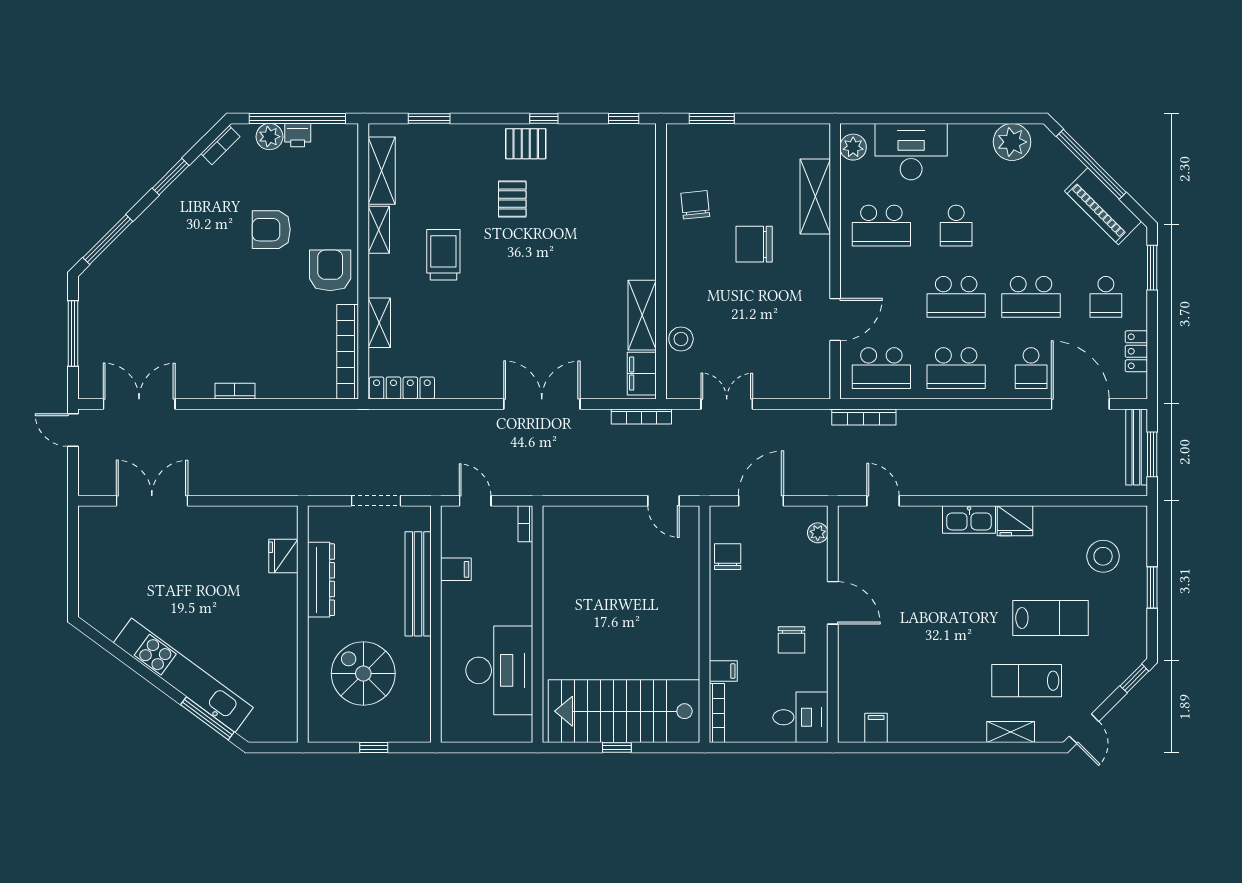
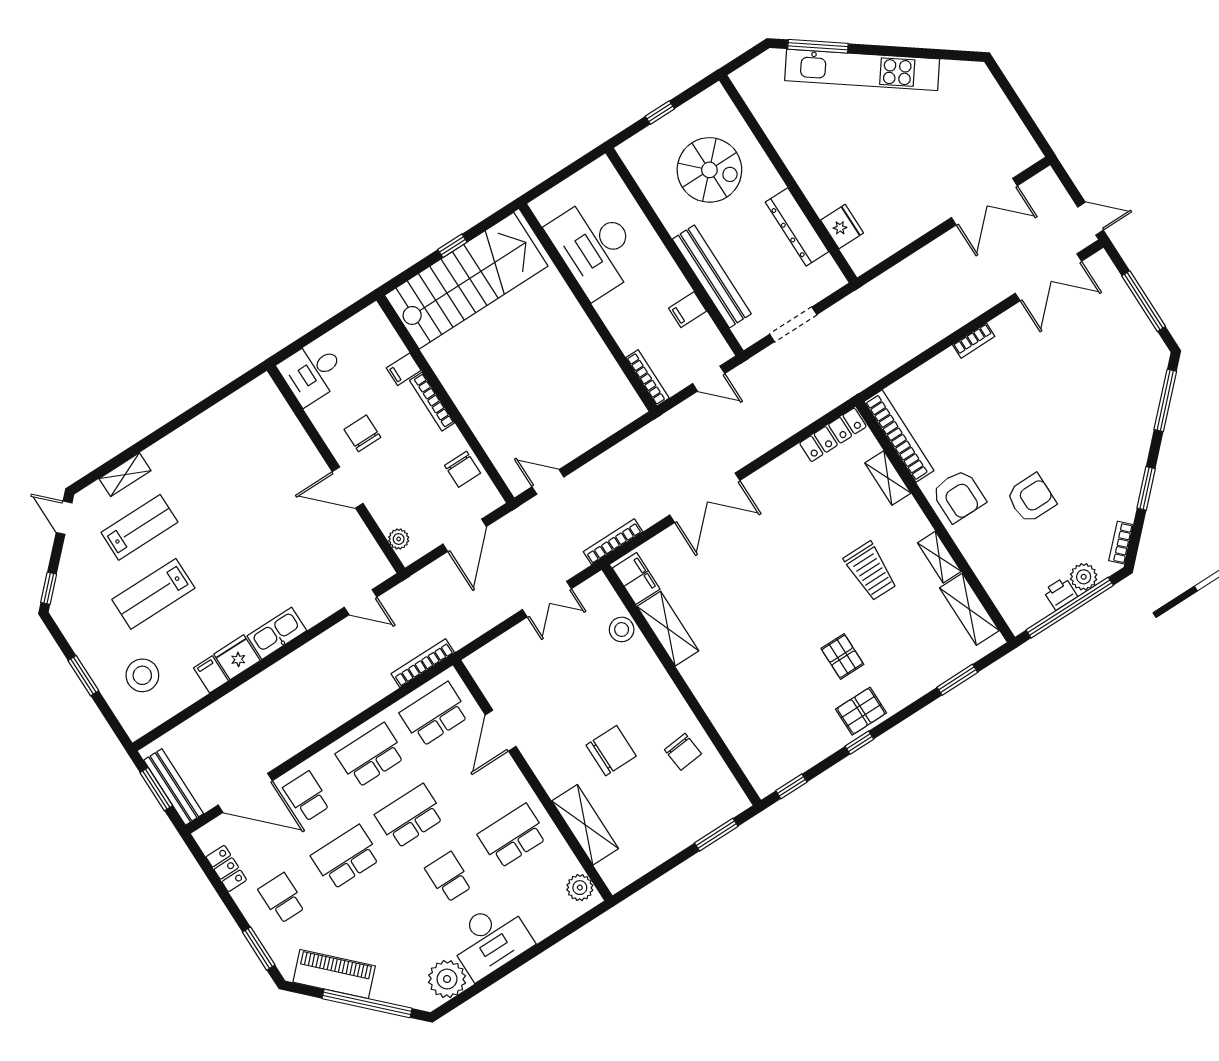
desk: (911, 152) -> (490, 940), moved
bookcase: (525, 524) -> (648, 378), width x1.56
bookcase: (717, 713) -> (432, 402), moved
filing cabinet: (876, 728) -> (211, 674), moved, turned 180

